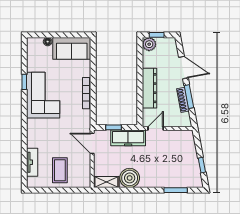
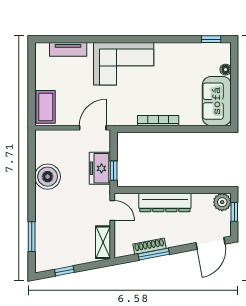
door: (183, 68) -> (210, 243), moved
window: (24, 82) -> (211, 39), moved
corner sofa: (43, 95) -> (124, 64), moved
window: (114, 127) -> (114, 171), moved
freezer: (128, 138) -> (100, 168), width x0.71
coffee table: (60, 170) -> (46, 107), moved, turned 90
shelving: (106, 182) -> (103, 242), moved

